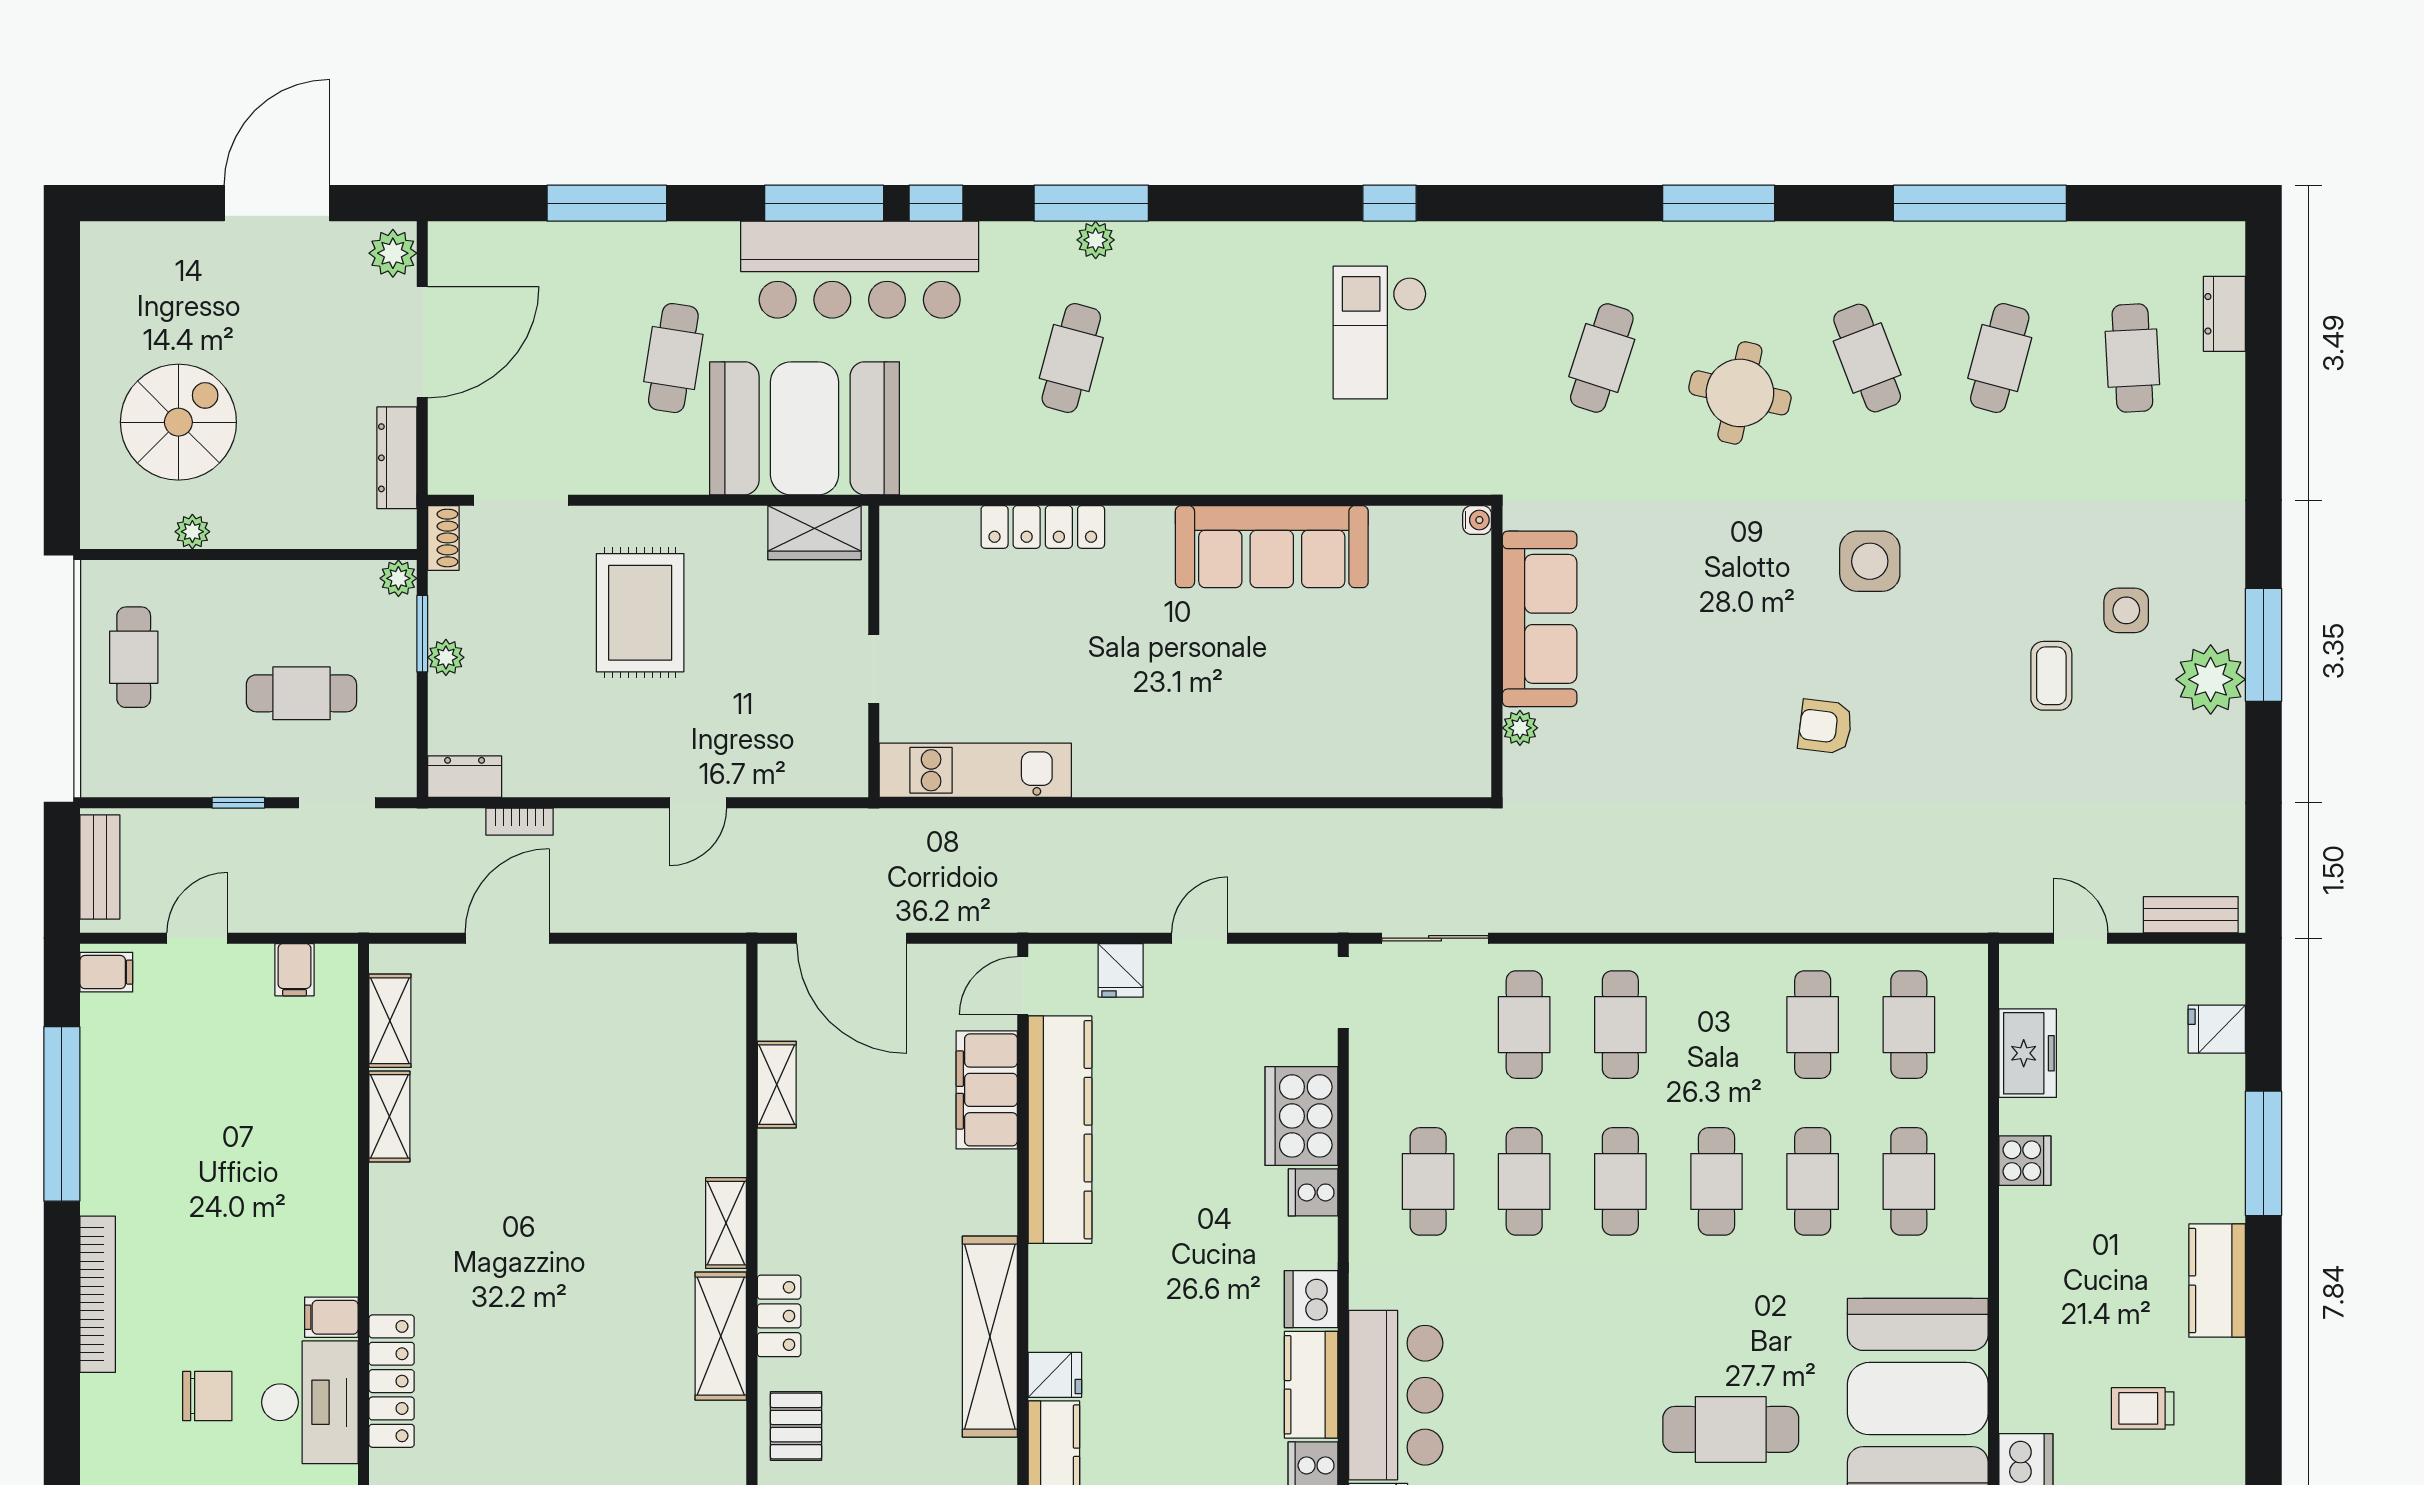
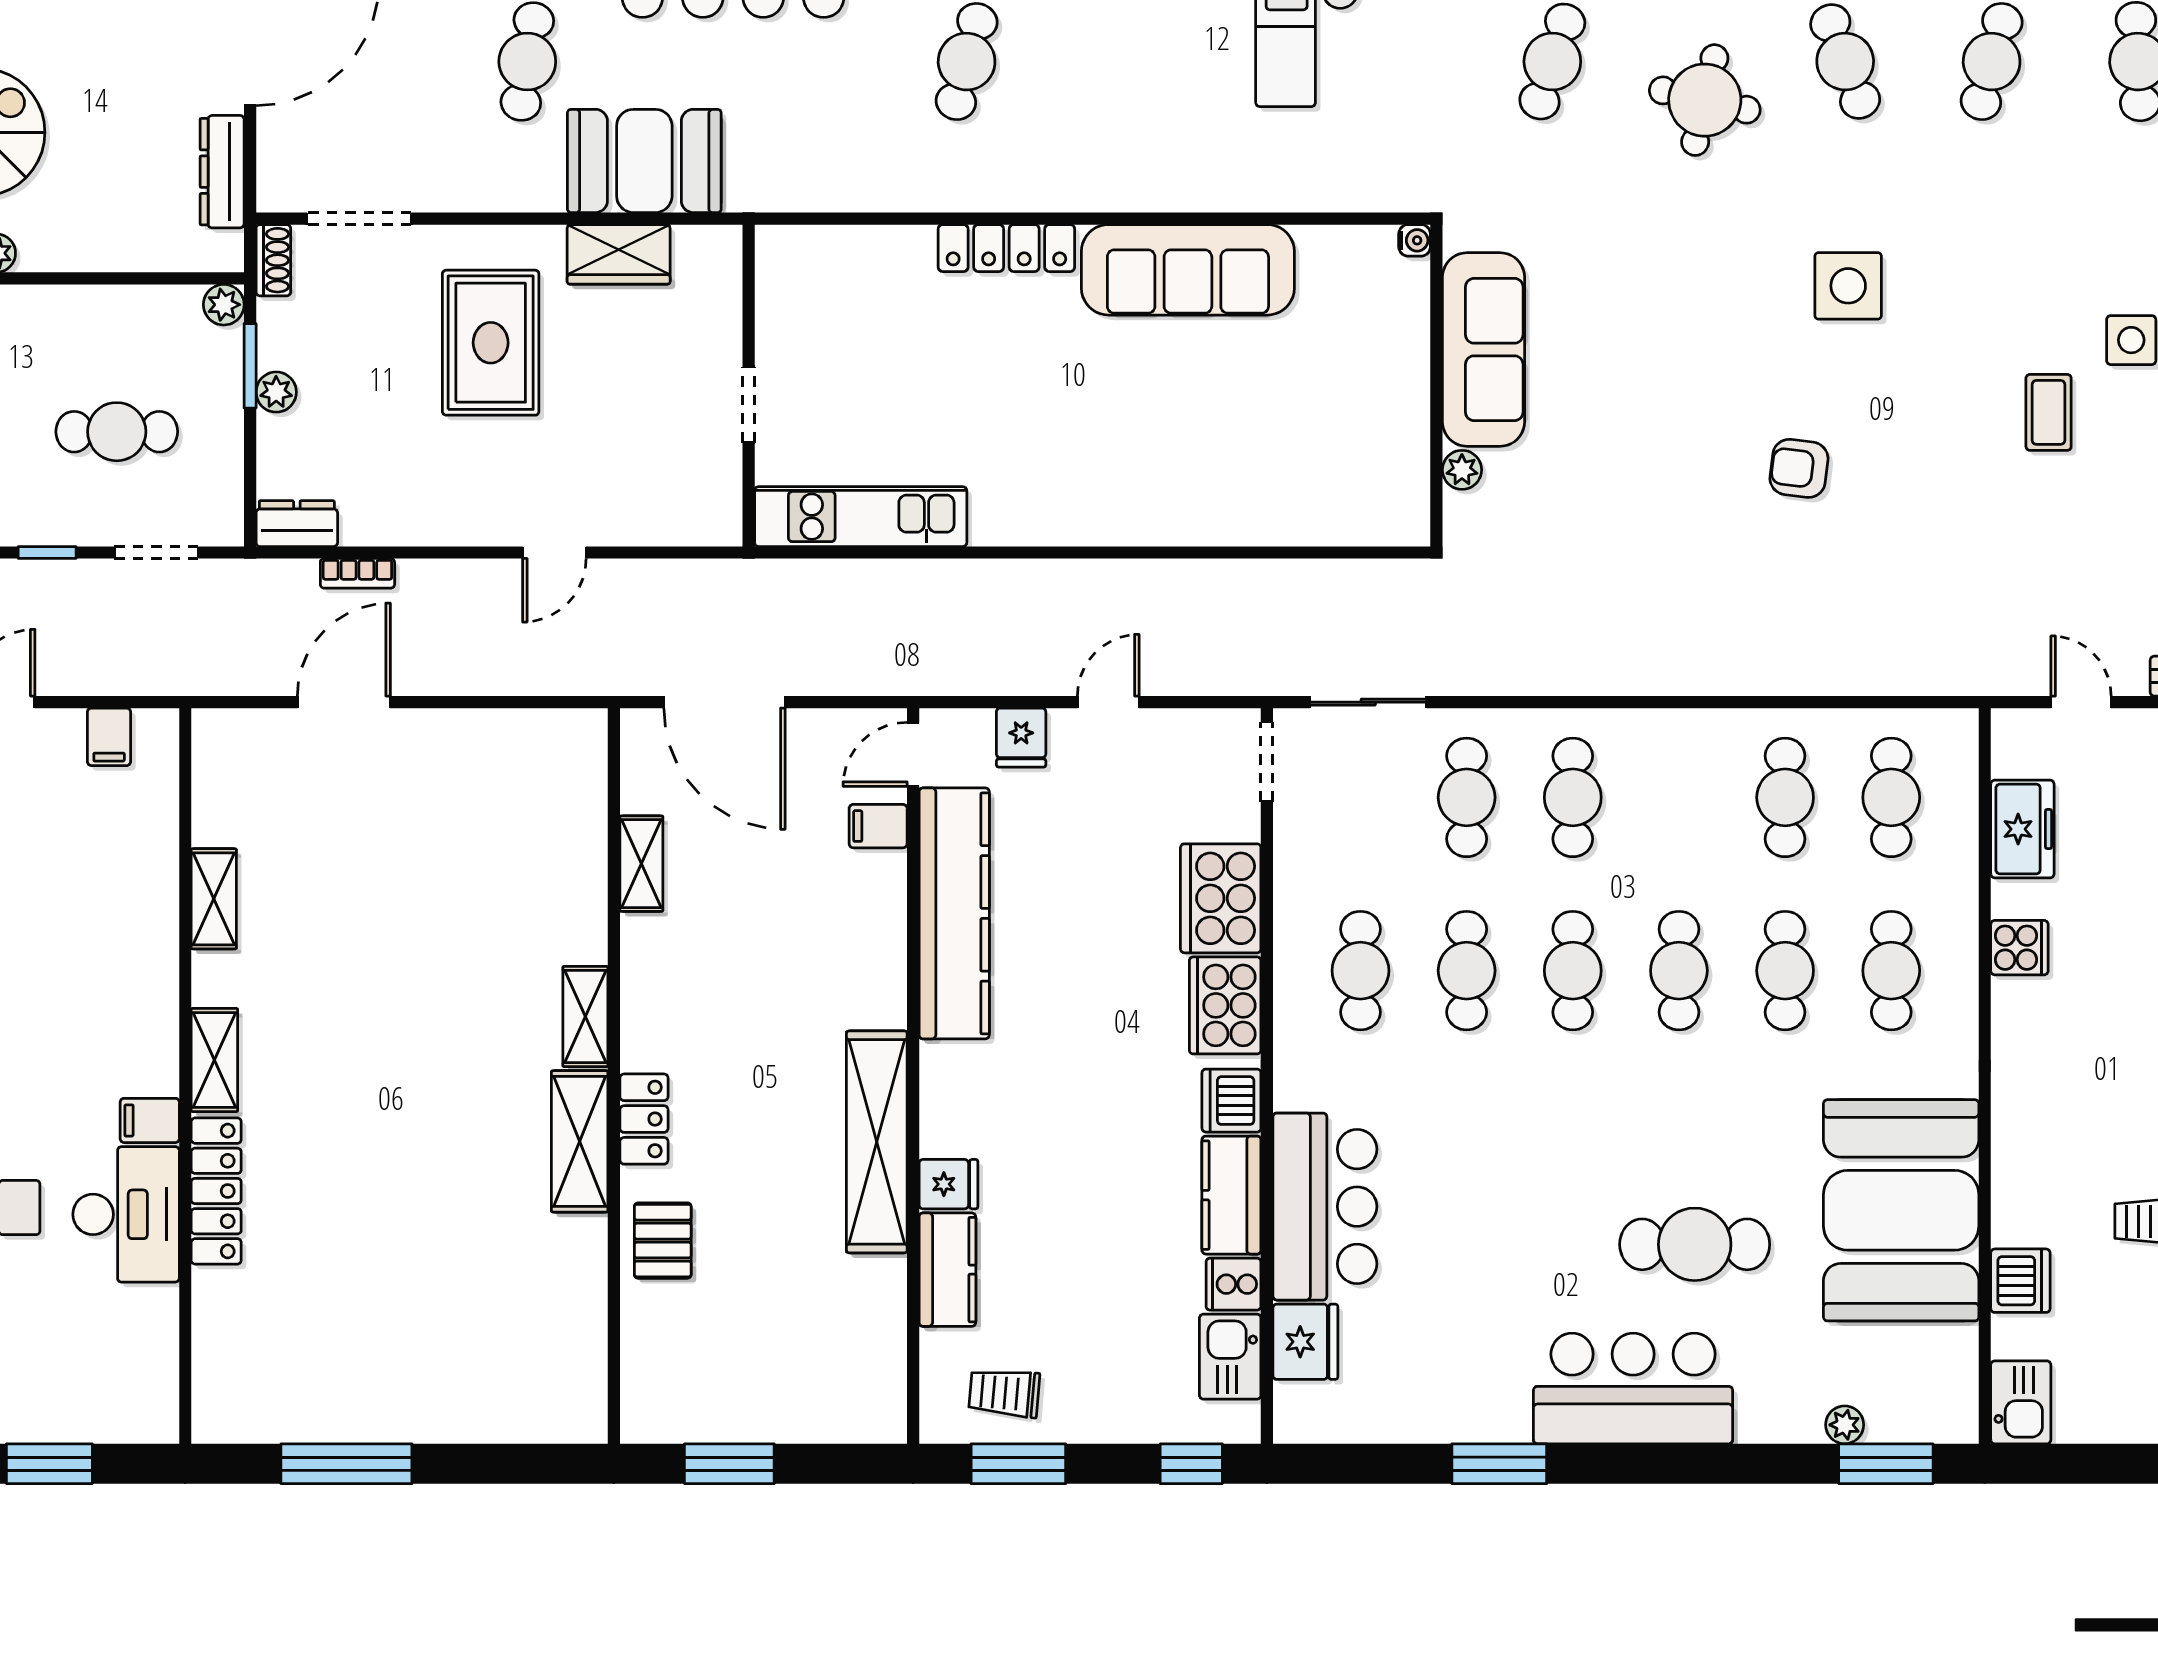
booth: (805, 428) -> (644, 161), width x0.73, depth x0.70
locker: (1043, 527) -> (1006, 248), moved
wardrobe: (814, 533) -> (619, 254), moved
shelving: (390, 1021) -> (214, 1060), moved
filing cabinet: (987, 1090) -> (878, 826), width x0.33, depth x0.86
cooker: (1313, 1192) -> (1225, 1005), width x1.87, depth x1.31

